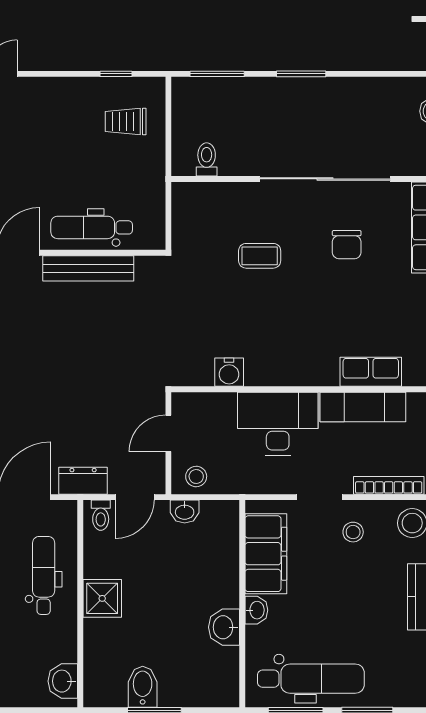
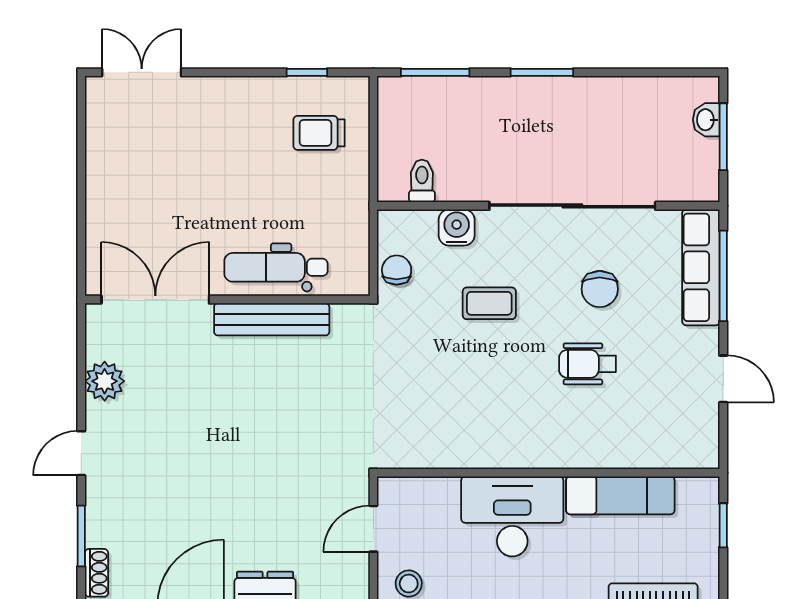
chair: (187, 230) -> (397, 270), added
wheelchair: (337, 303) -> (587, 364), added
water cooler: (229, 372) -> (457, 228), moved, turned 180
row of seats: (371, 372) -> (630, 451), removed

